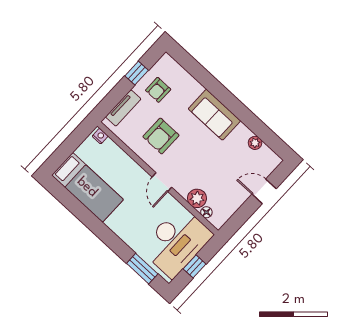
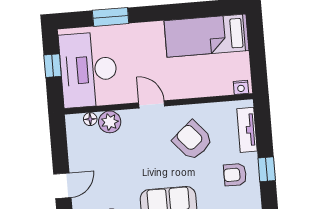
armchair: (158, 90) -> (235, 175), turned -90
armchair: (161, 136) -> (193, 140), turned -41
window: (142, 269) -> (111, 17), moved

